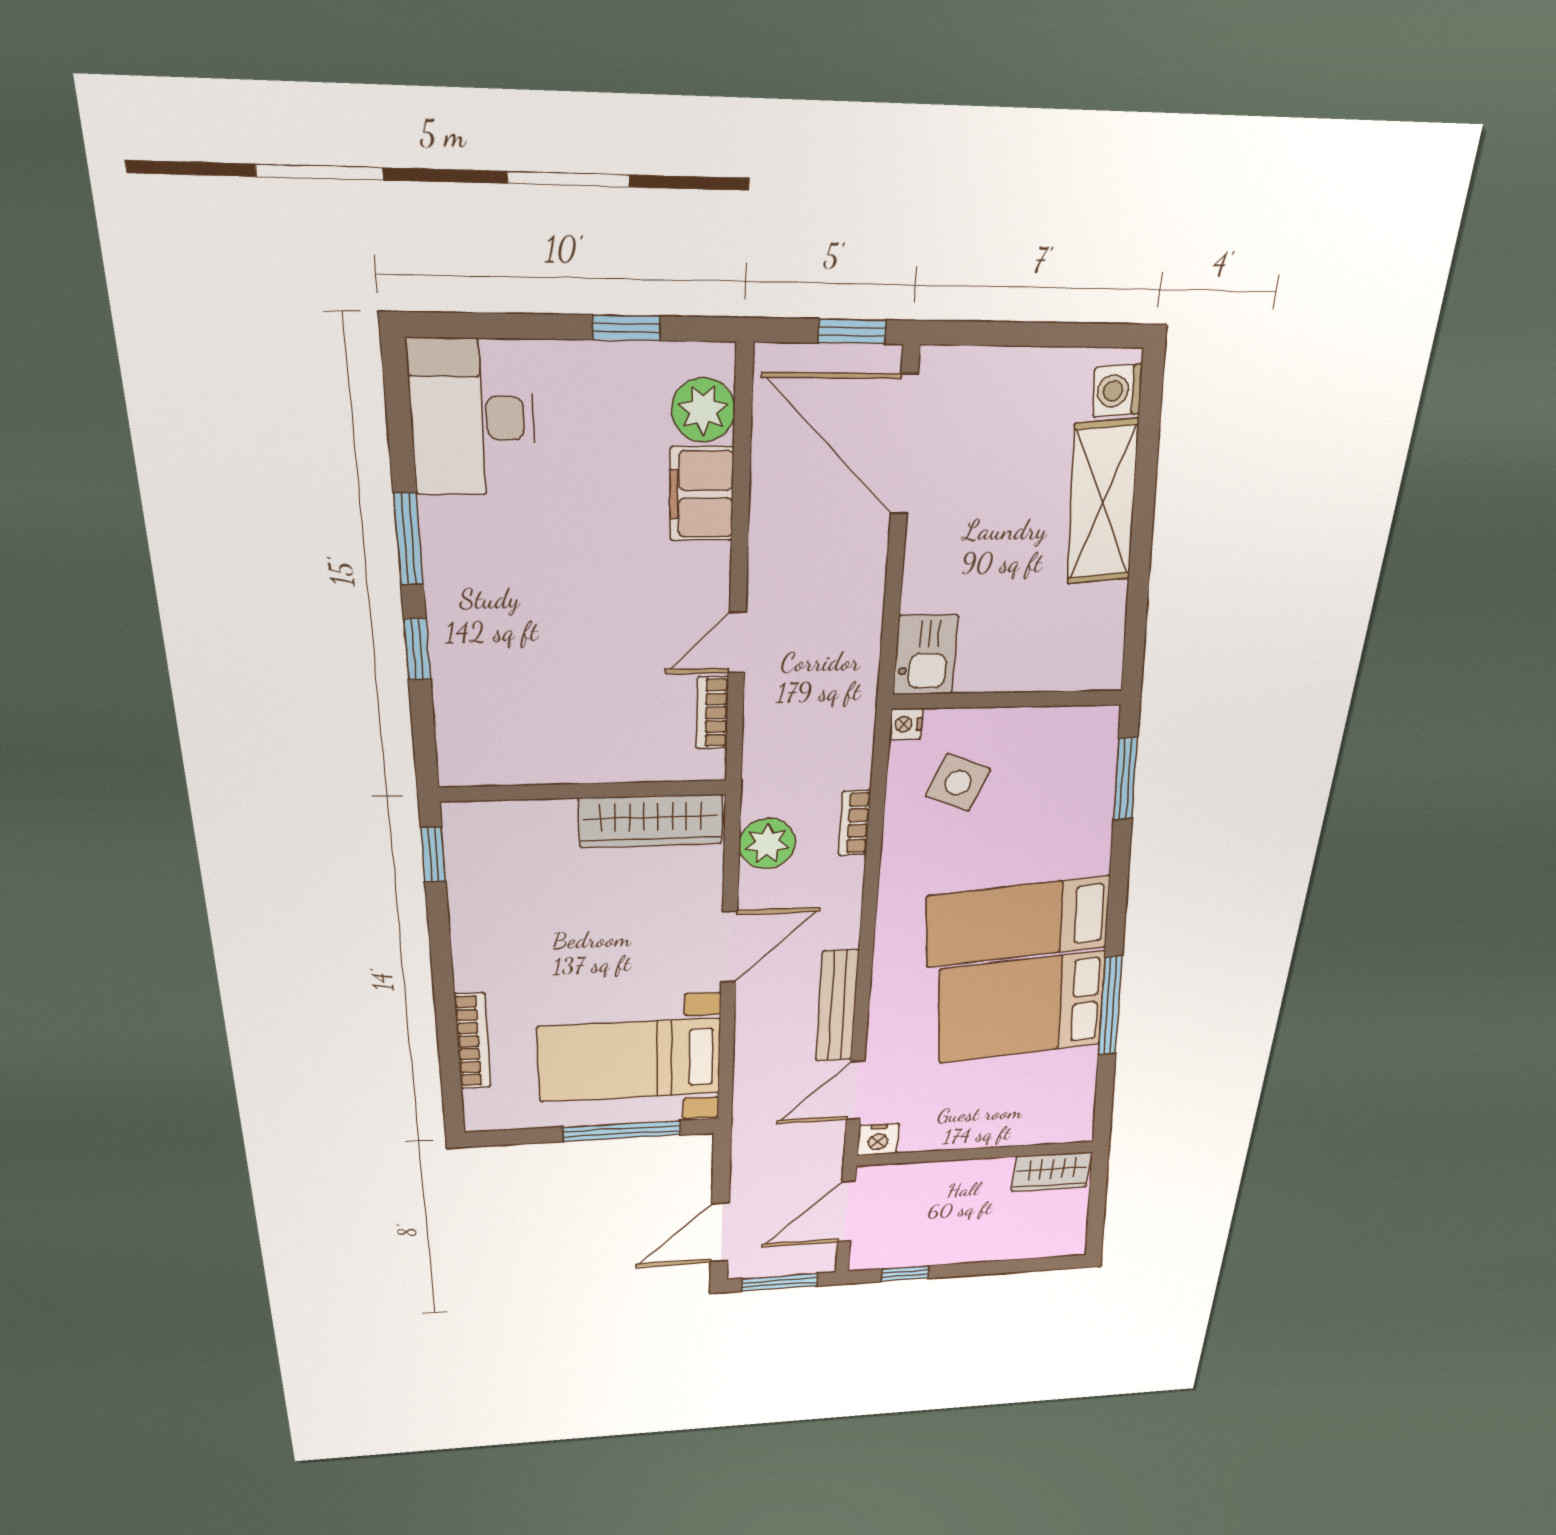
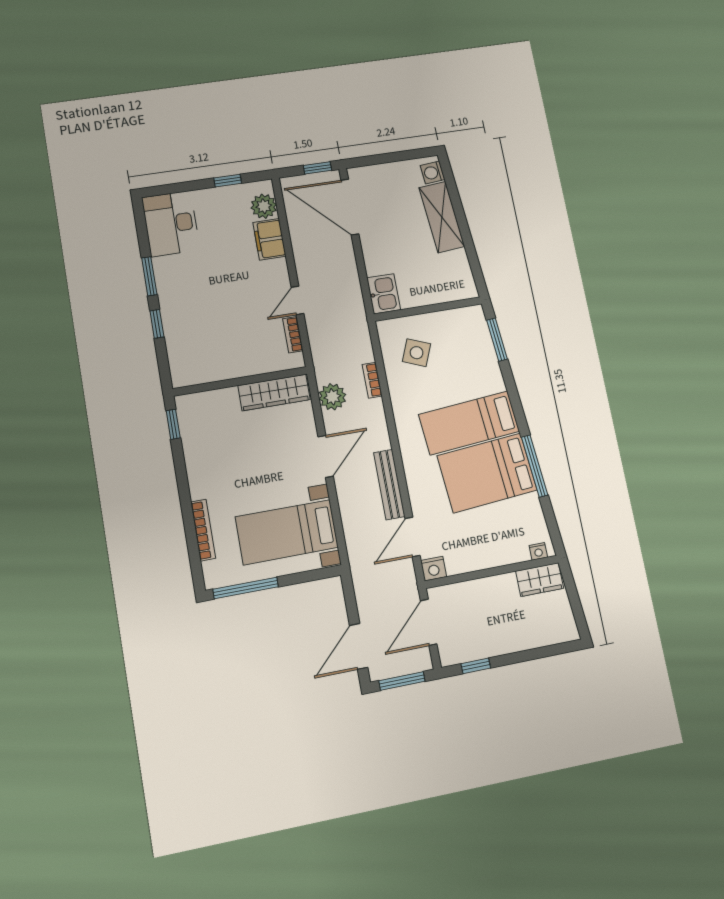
nightstand: (906, 724) -> (538, 551), moved, turned -90
window: (622, 1131) -> (246, 588), moved

